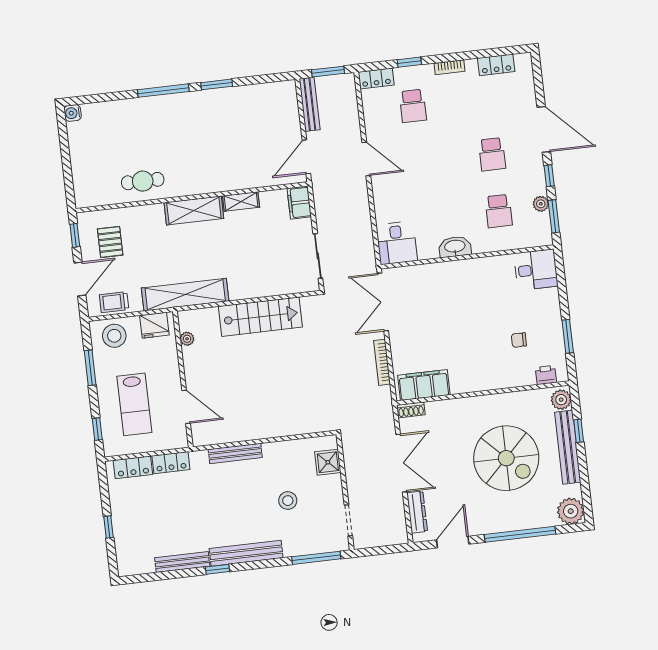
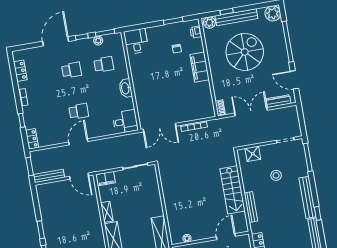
school desk: (413, 106) -> (79, 111), moved
stairs: (260, 317) -> (233, 190), moved, turned 180
filing cabinet: (424, 385) -> (200, 67), moved

